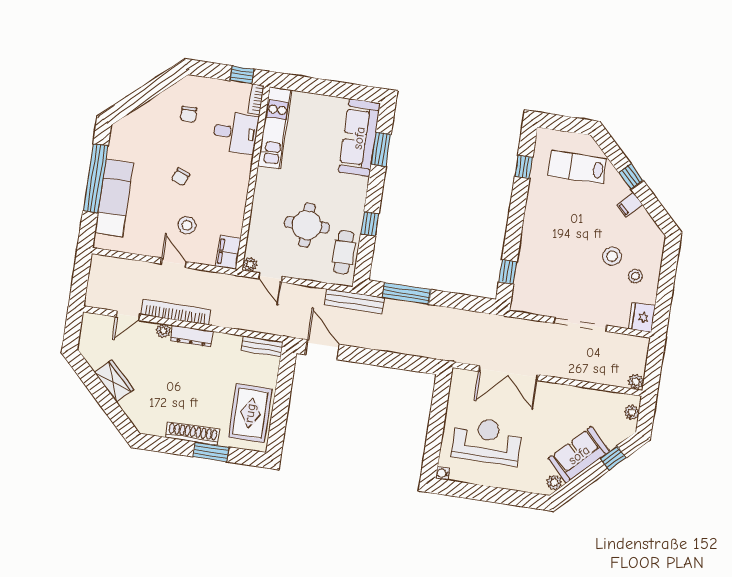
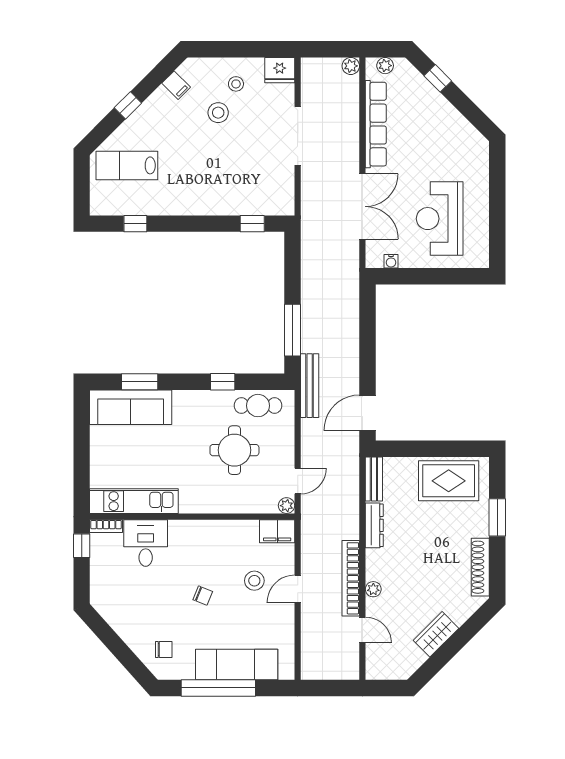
chair: (189, 114) -> (164, 650), moved
lab bench: (577, 167) -> (127, 165), turned 90
filing cabinet: (630, 205) -> (176, 85), moved
dresser: (192, 336) -> (374, 525), moved
row of seats: (580, 396) -> (376, 124), added
shoe rack: (193, 433) -> (480, 567), moved
sofa: (579, 455) -> (440, 116), removed
water cooler: (443, 473) -> (391, 261), moved
plant: (554, 483) -> (474, 138), removed

